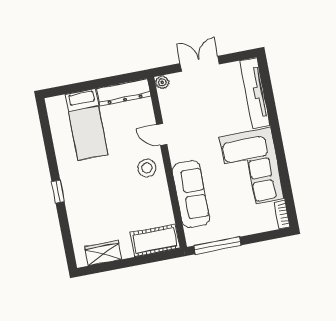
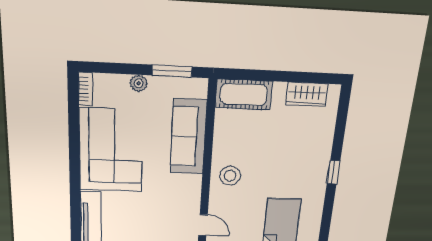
door: (162, 134) -> (203, 225), moved
plant: (241, 229) -> (139, 83), added
window: (217, 245) -> (172, 71), width x0.69

